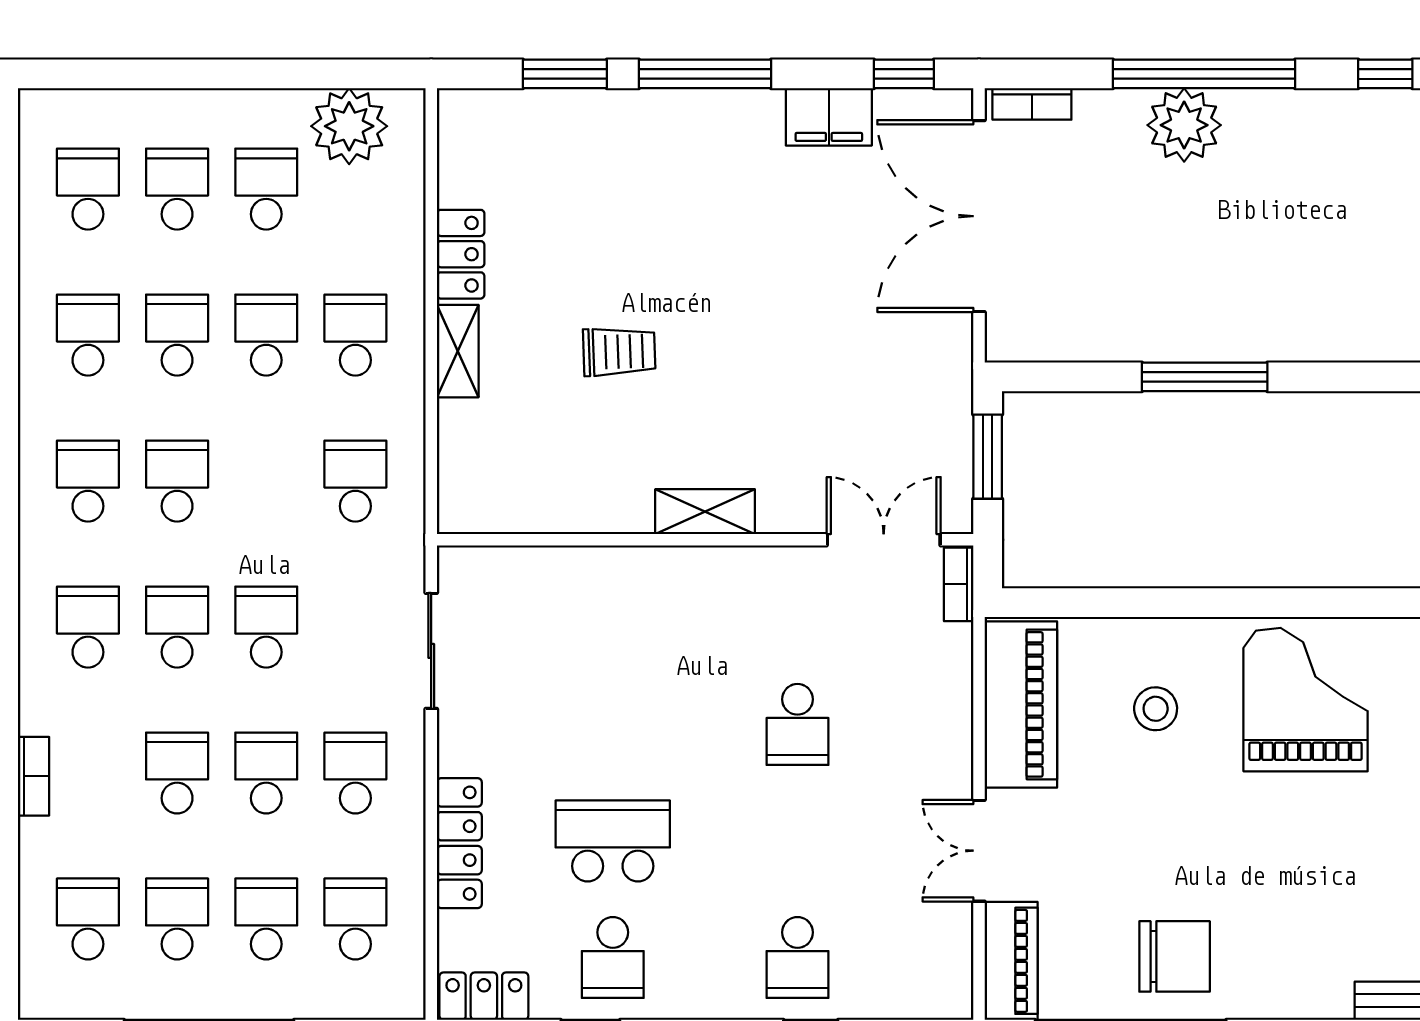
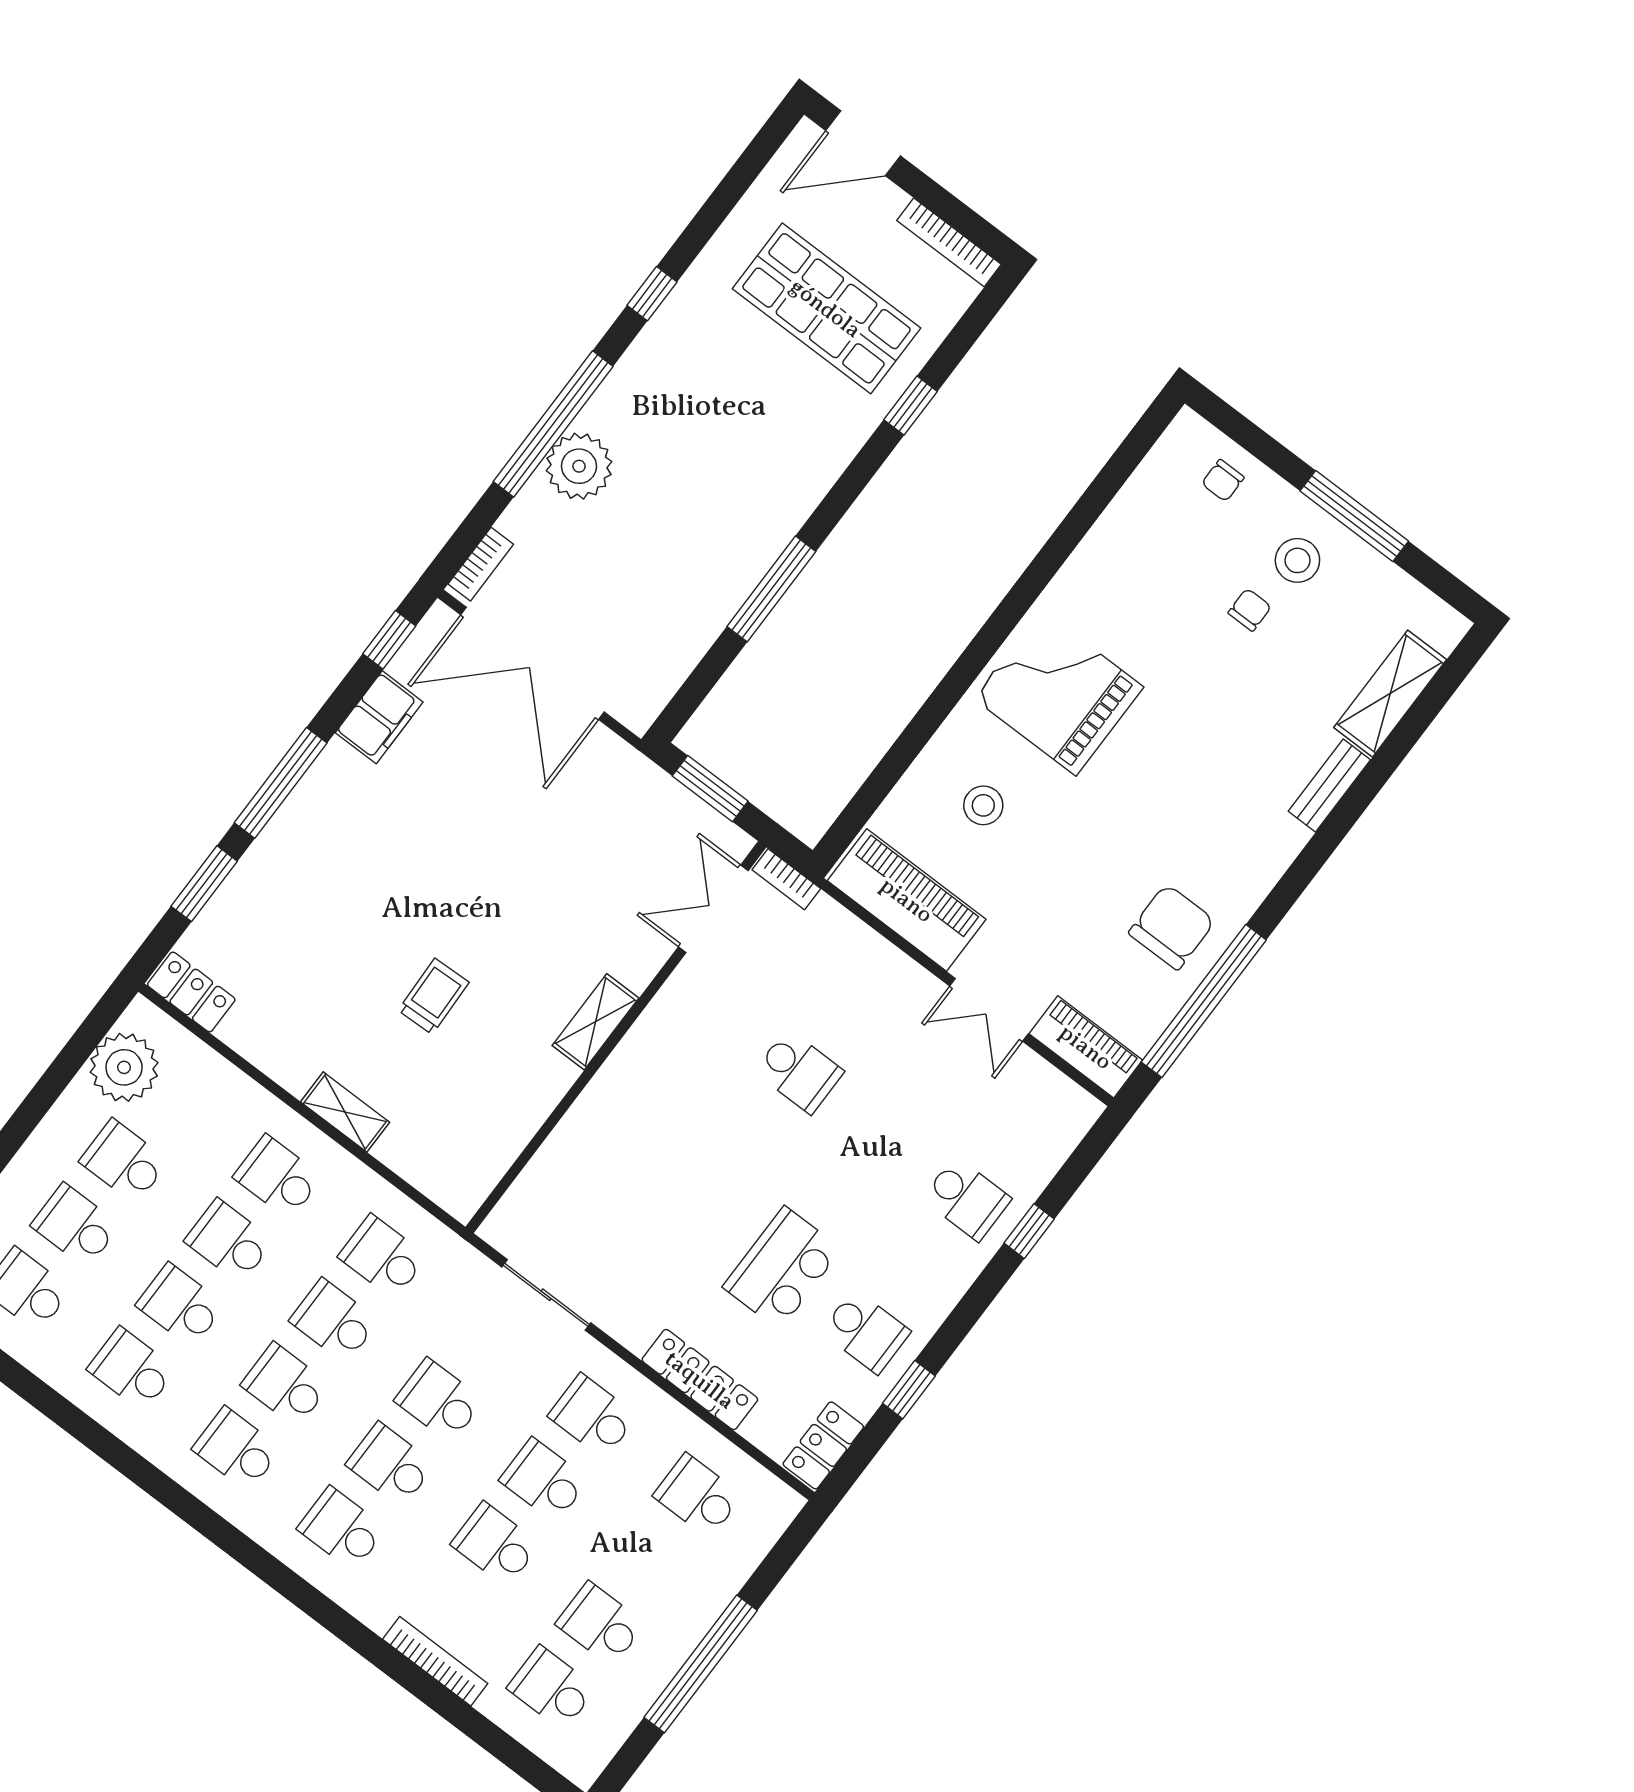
locker: (461, 254) -> (191, 992), moved
bookcase: (34, 776) -> (435, 1661), width x1.56
school desk: (266, 919) -> (334, 1321), moved

